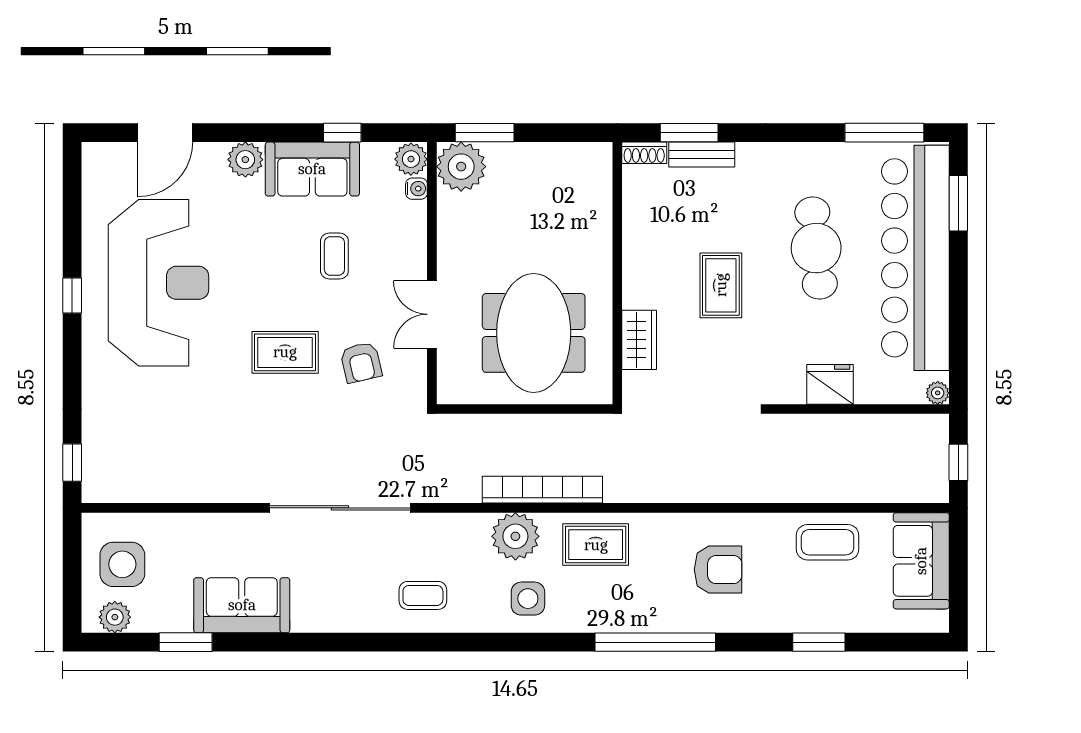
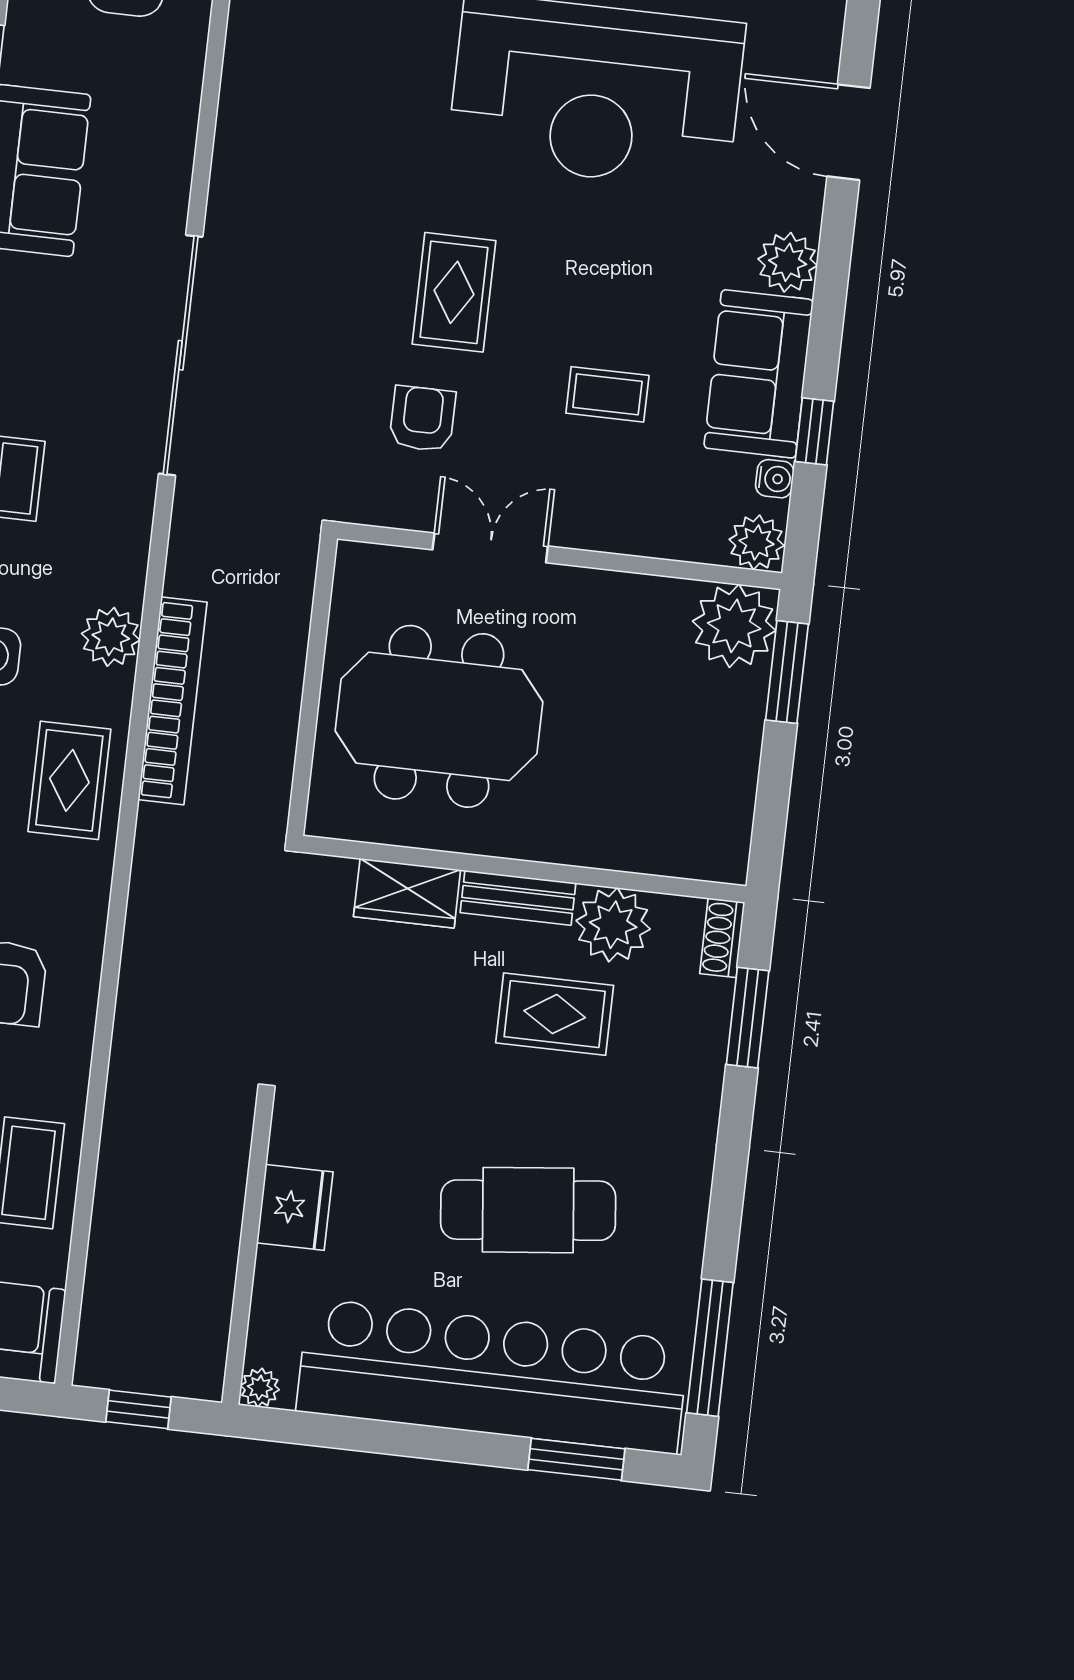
bench: (702, 154) -> (518, 898), moved, turned 90
water cooler: (416, 189) -> (775, 479), moved, turned -90
plant: (644, 217) -> (613, 925), added
rug: (721, 285) -> (555, 1014), moved
armchair: (361, 362) -> (422, 419), turned 103
plant: (515, 536) -> (111, 637), width x0.73, depth x0.73

